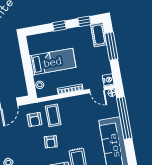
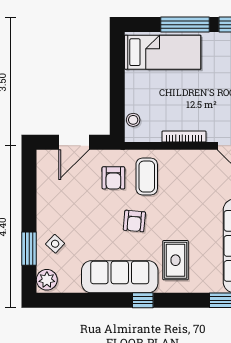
window: (59, 26) -> (185, 25), width x2.17
bed: (53, 62) -> (163, 52), moved

